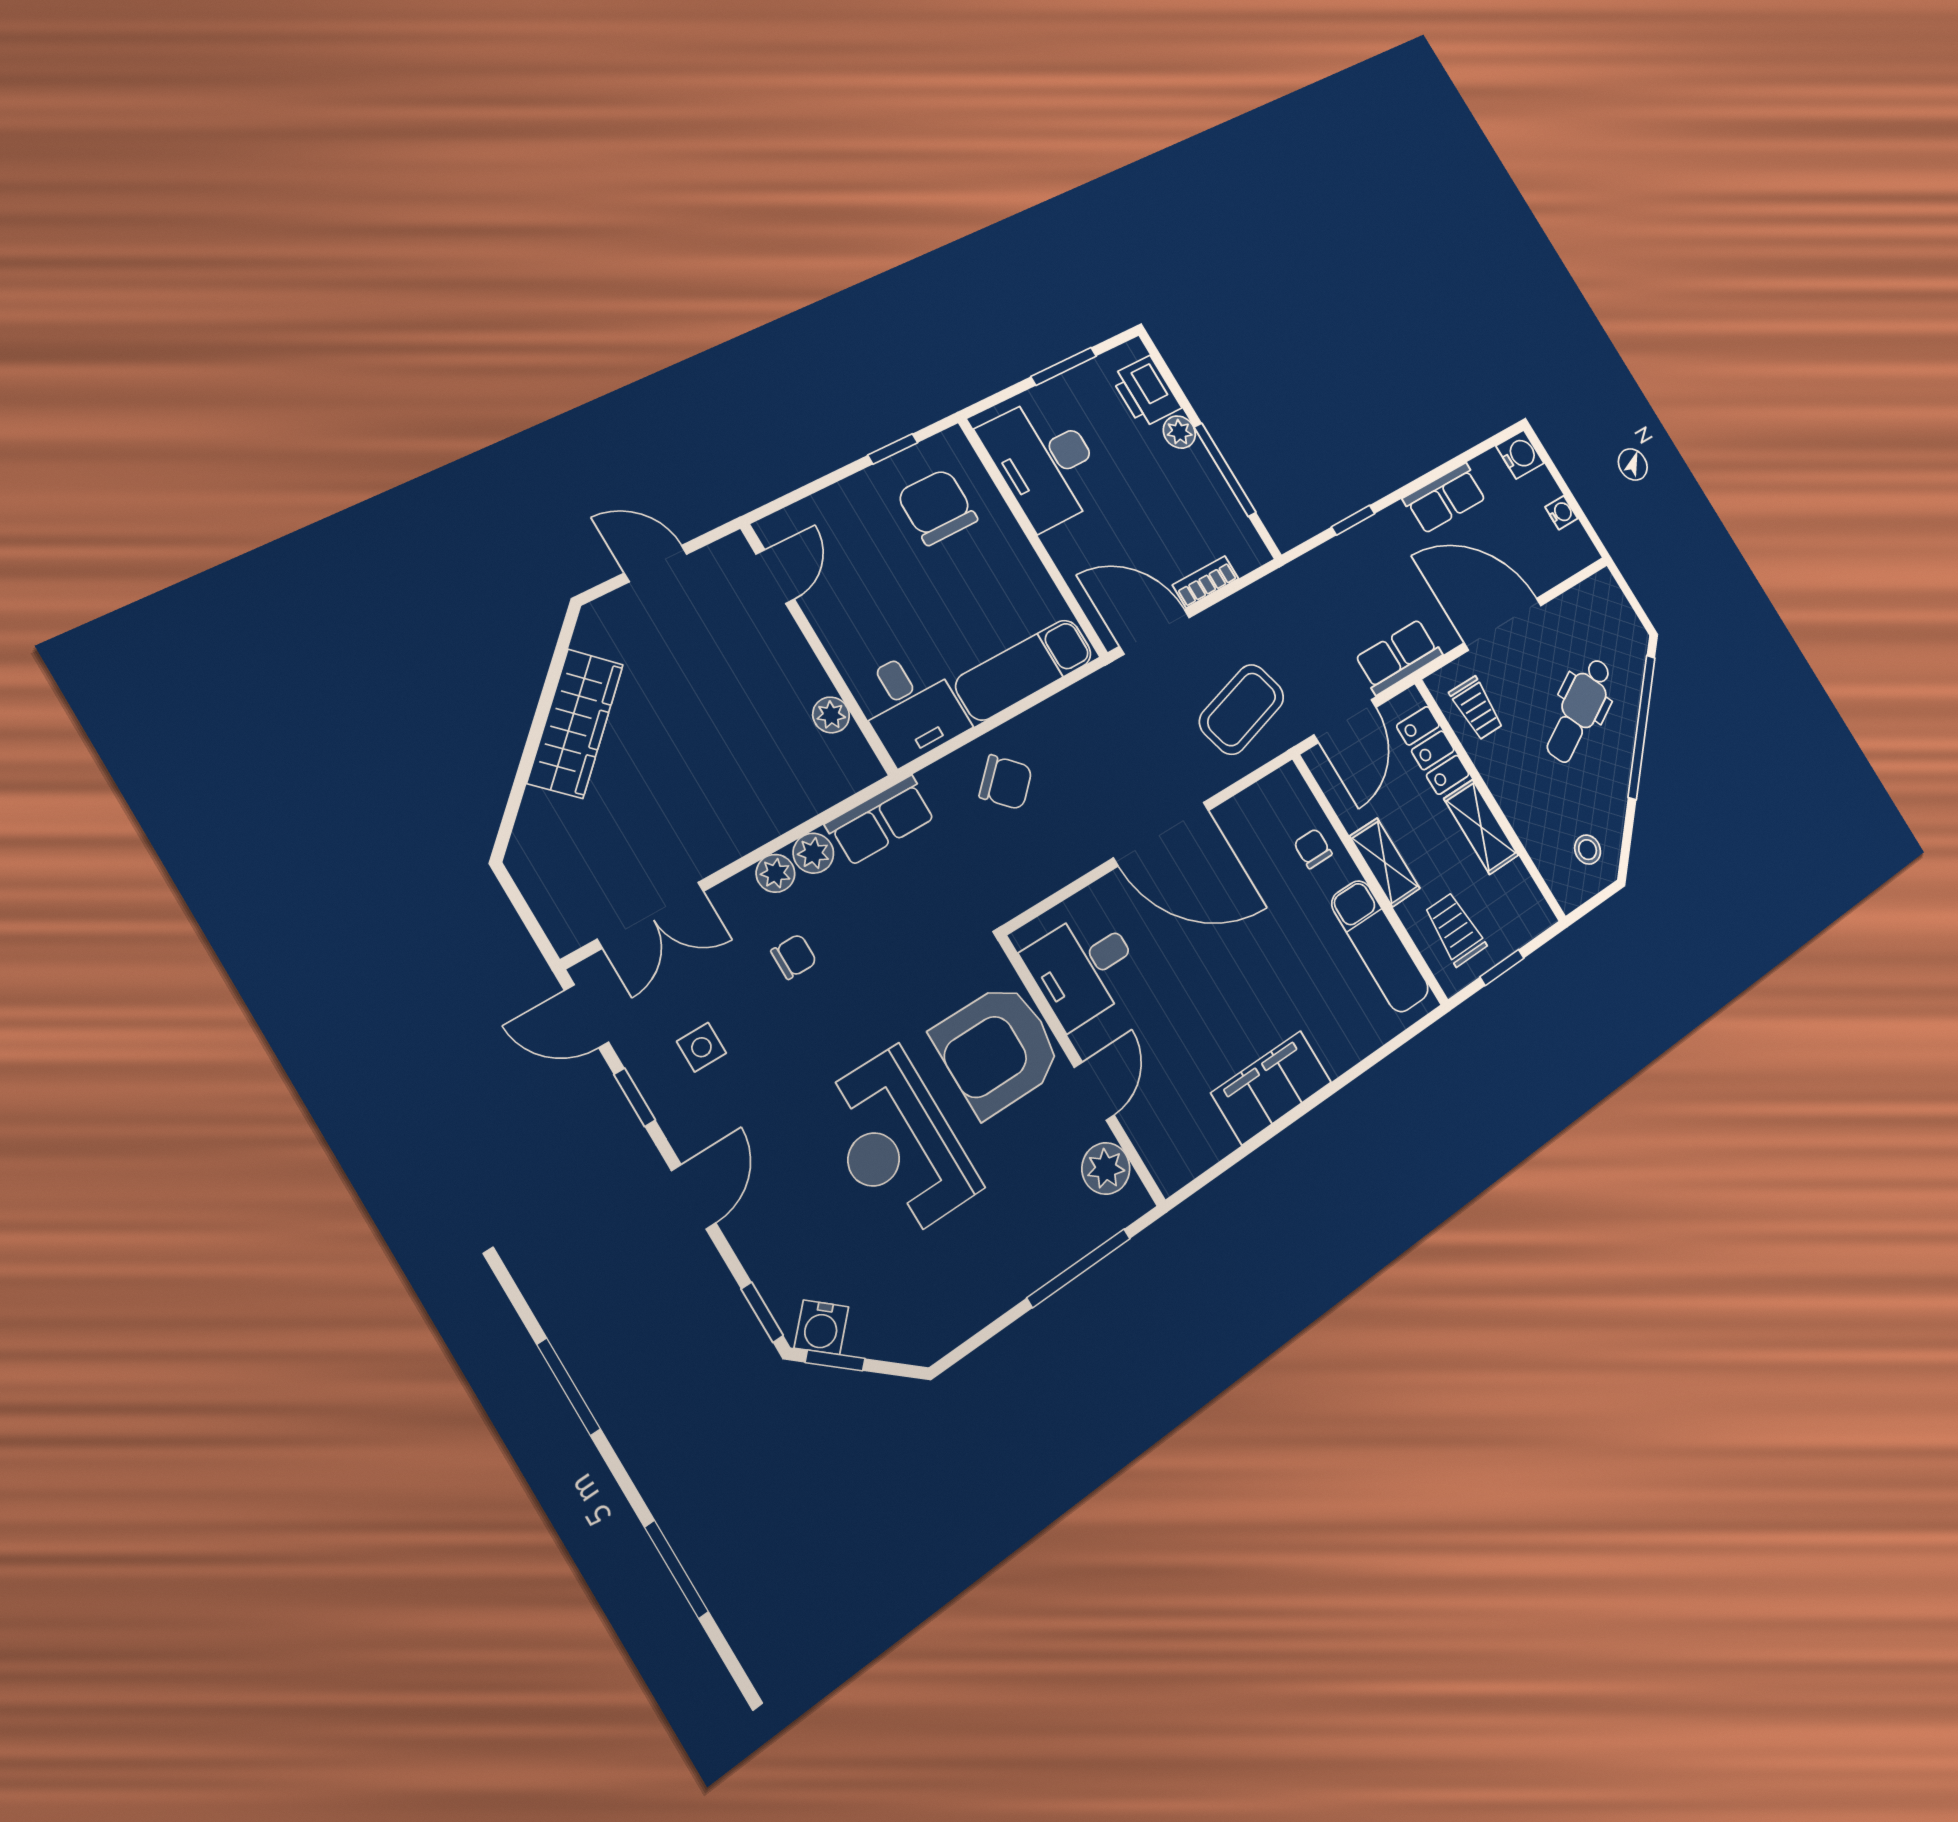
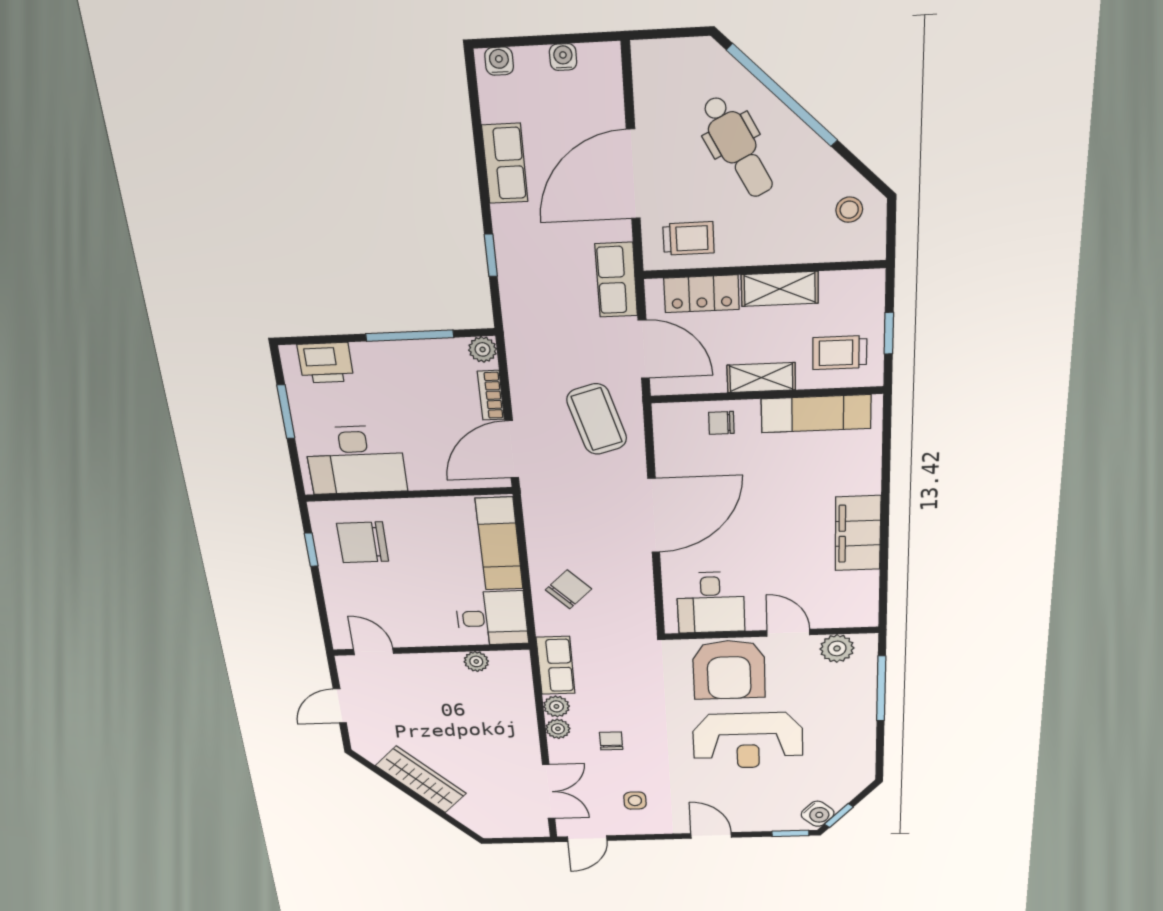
plant: (1179, 432) -> (483, 349), moved
water cooler: (1520, 454) -> (499, 61), width x0.72, depth x0.72
window: (635, 1097) -> (643, 837), removed

